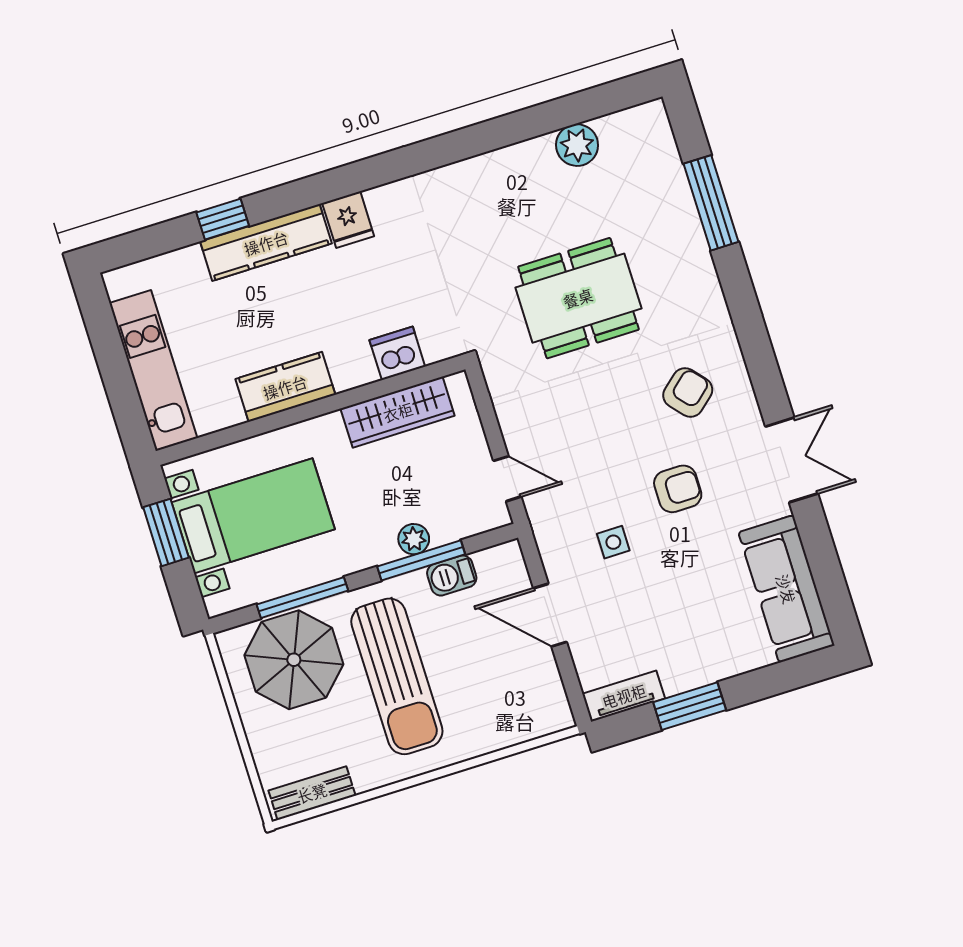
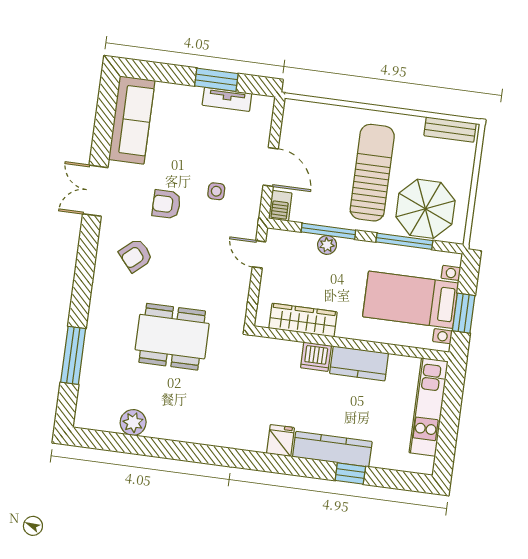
dishwasher: (397, 353) -> (316, 357), moved
barbecue: (452, 575) -> (280, 206), moved, turned 90
tv unit: (624, 696) -> (227, 99), moved

